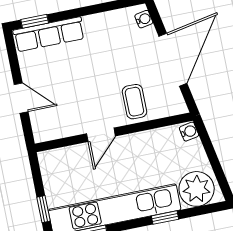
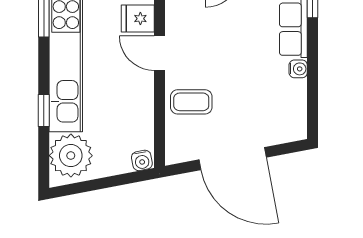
water cooler: (144, 19) -> (298, 69), moved, turned -79
fridge: (77, 158) -> (138, 19), added

